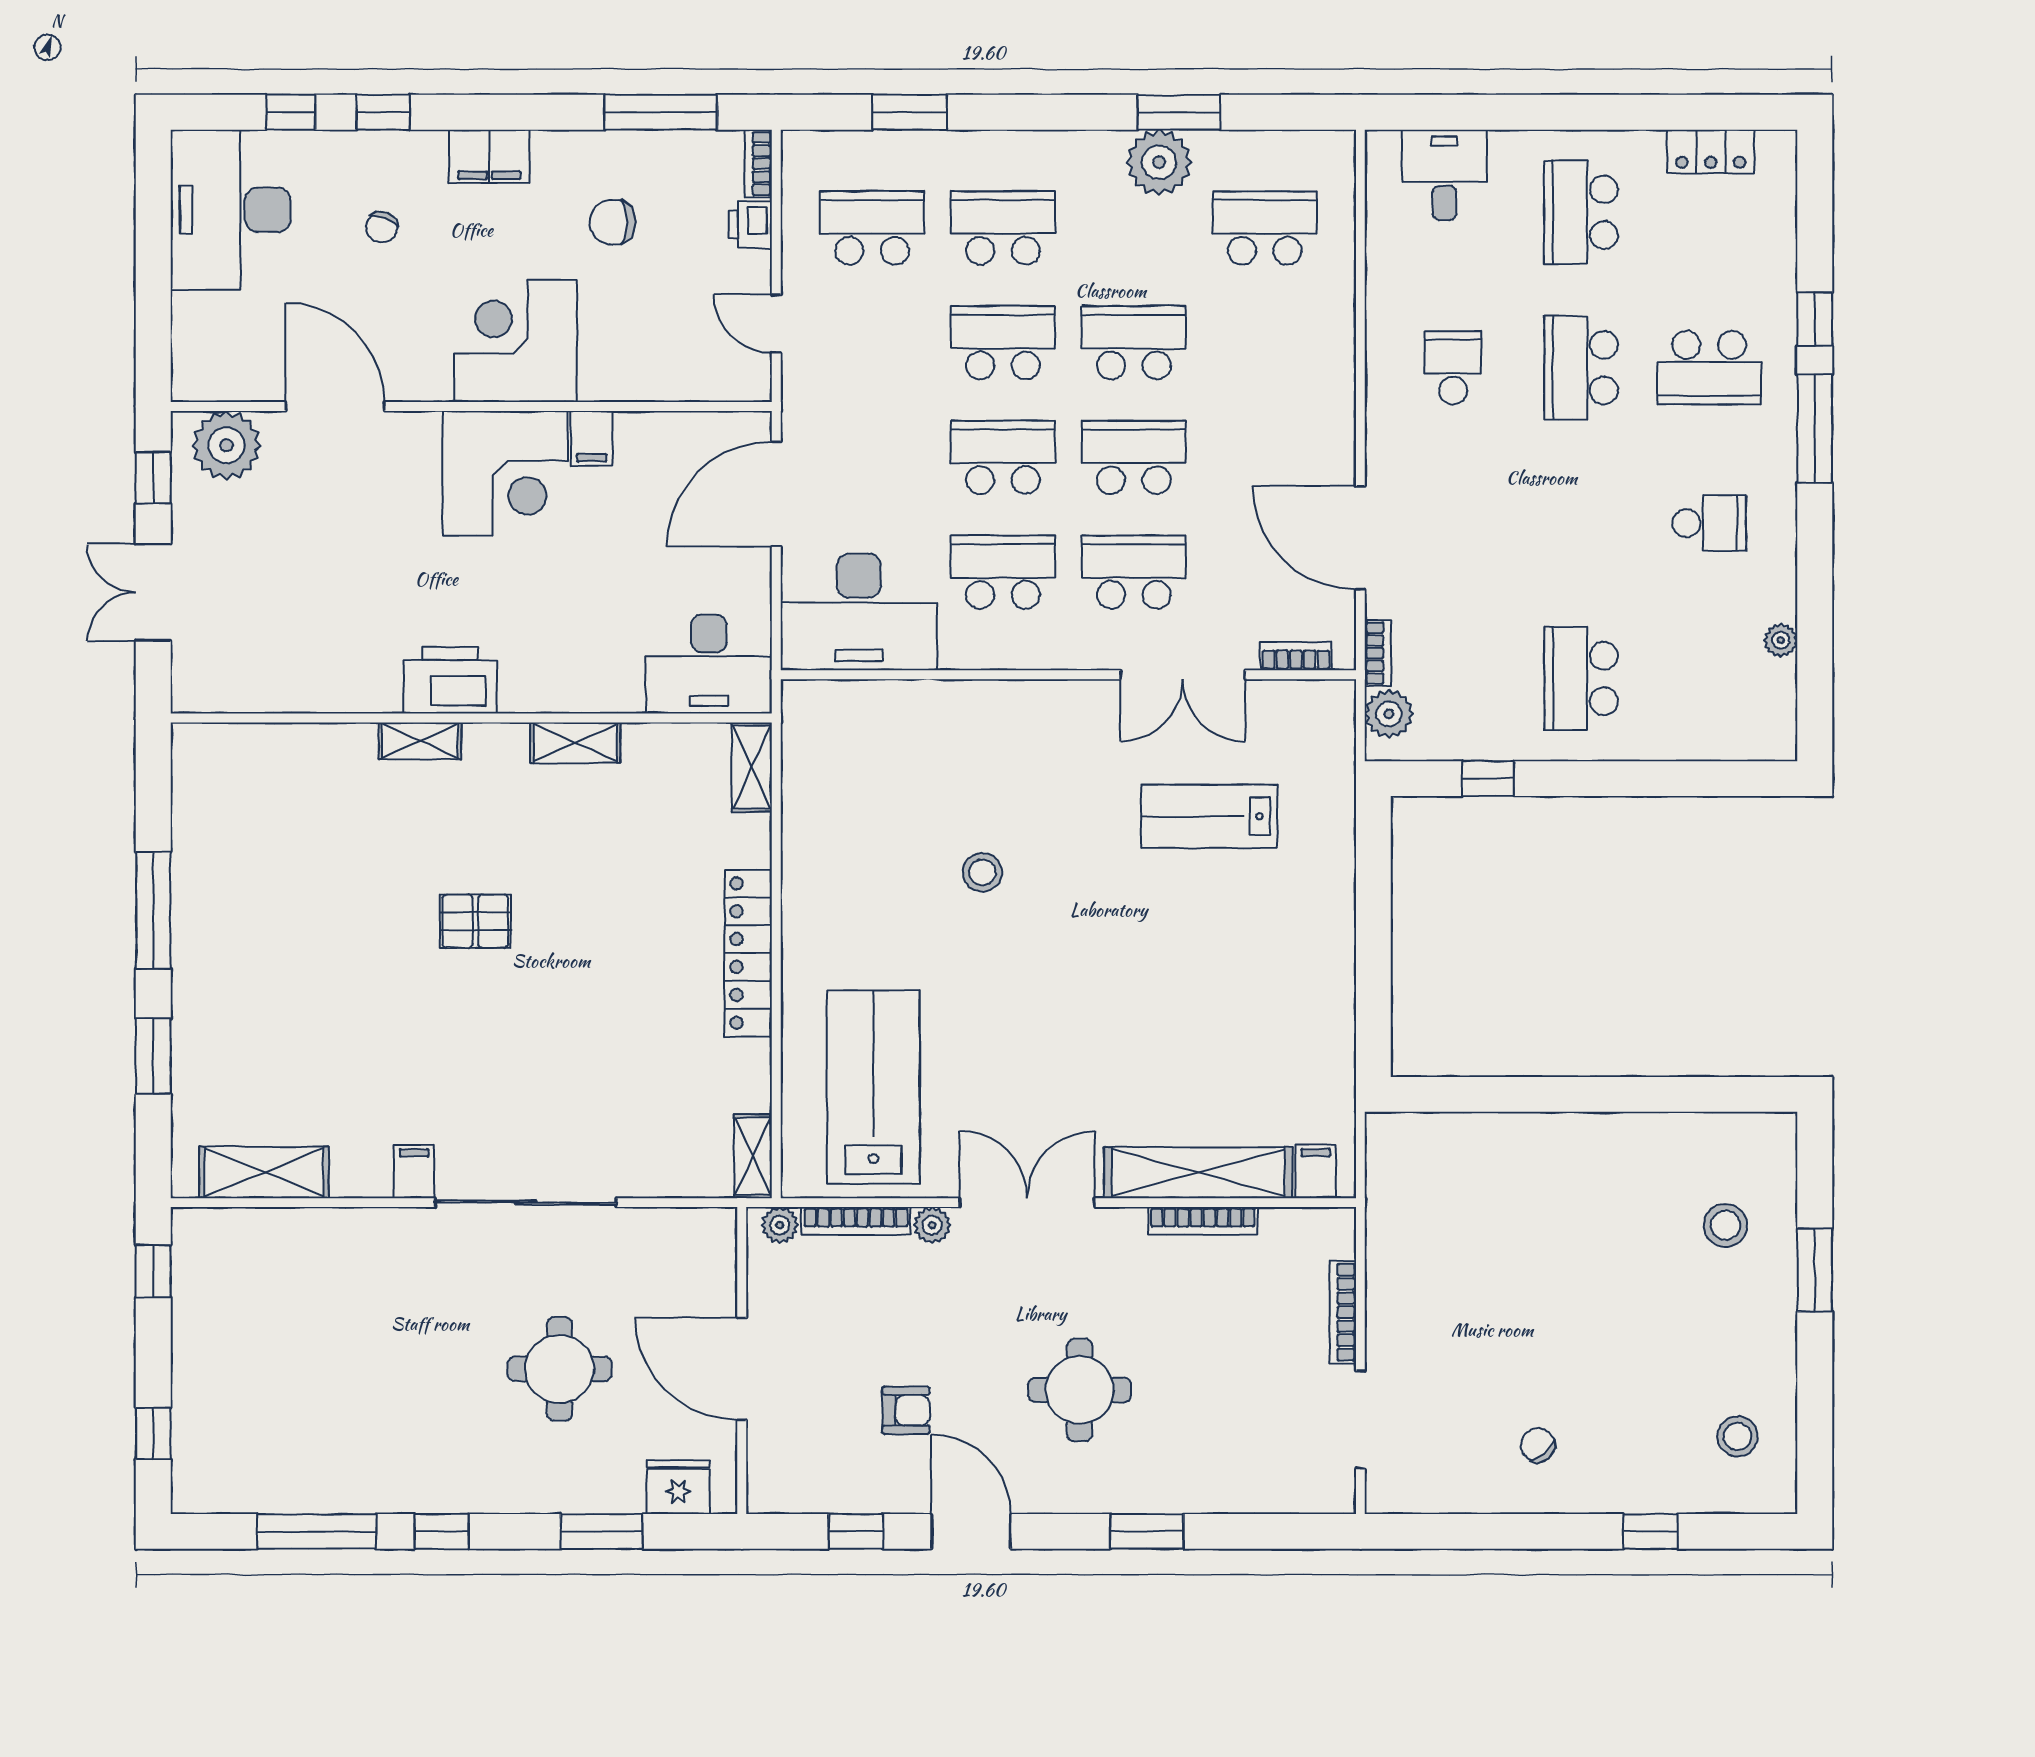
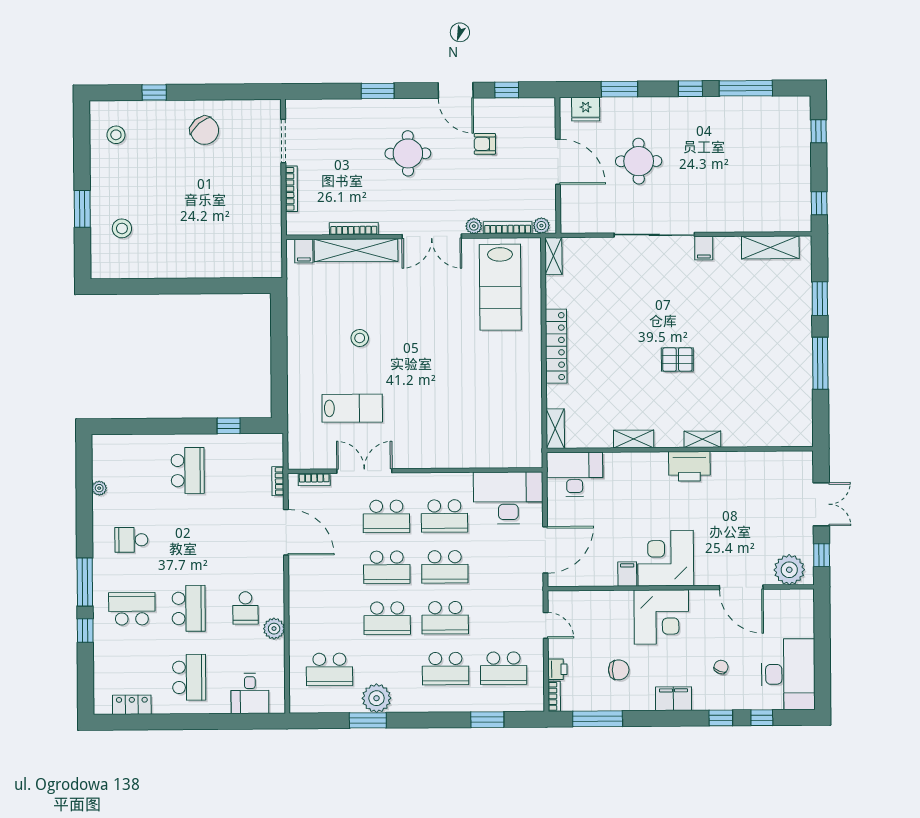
plant: (1389, 714) -> (274, 629), moved
stool: (982, 872) -> (360, 338), moved
chair: (1538, 1445) -> (204, 130), width x1.87, depth x1.87

